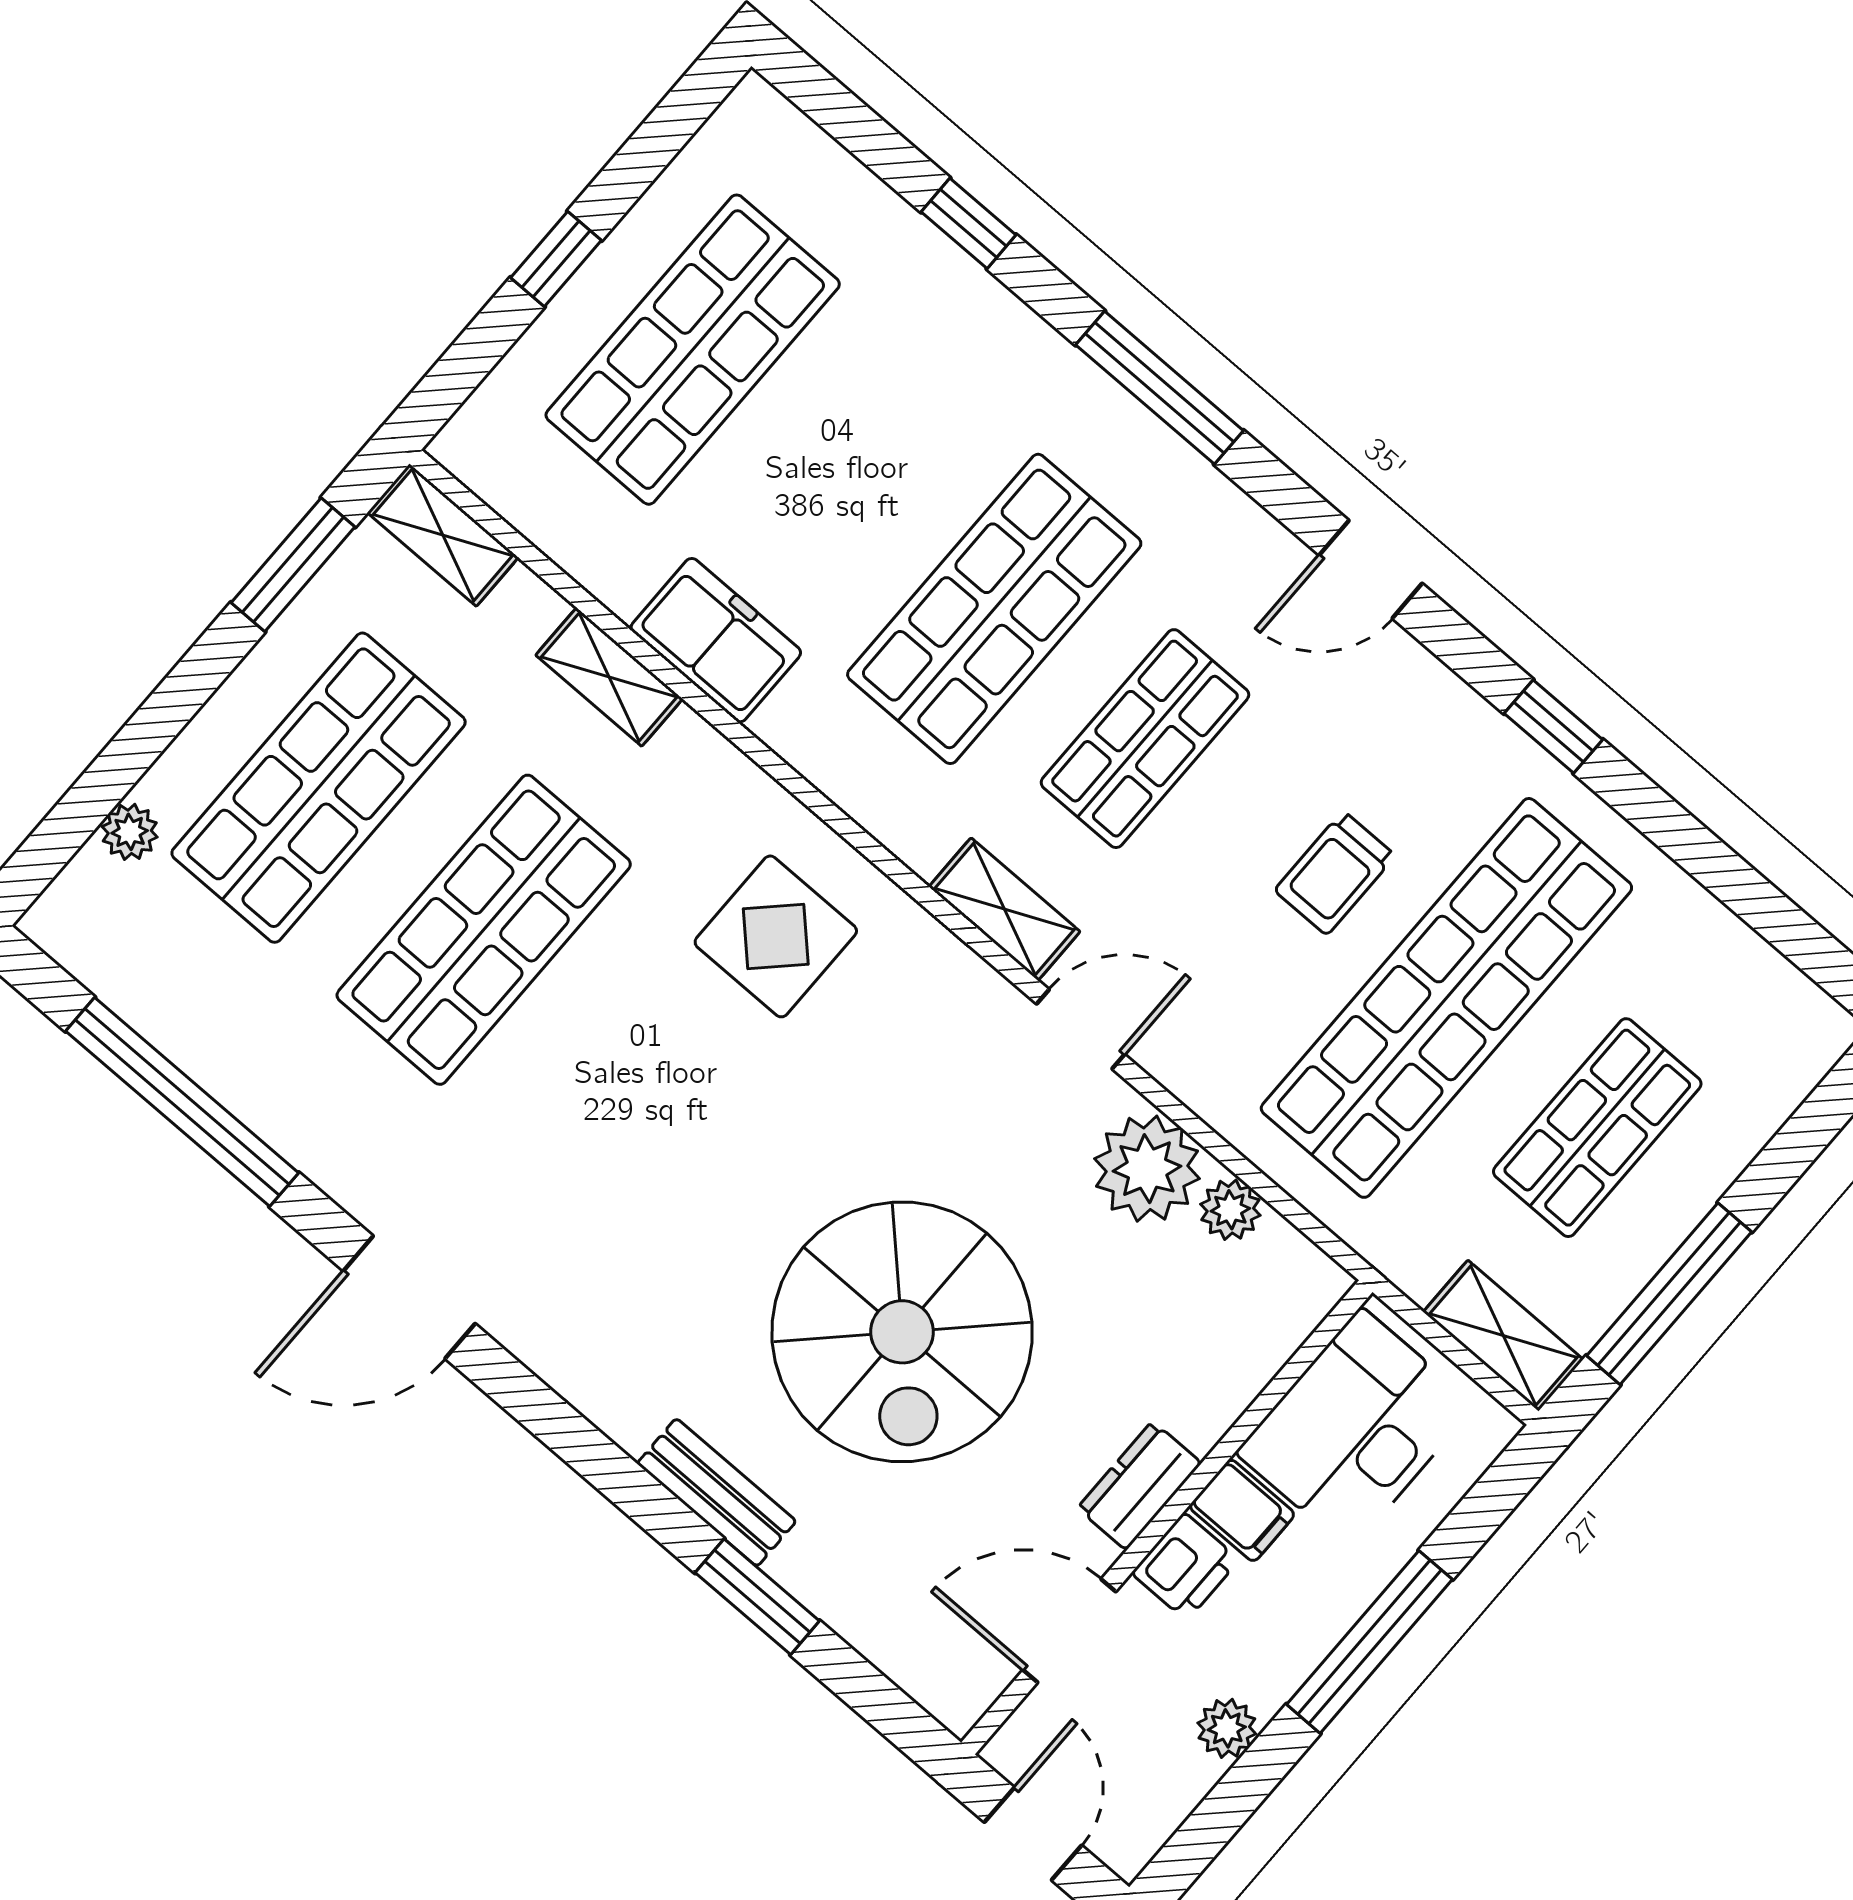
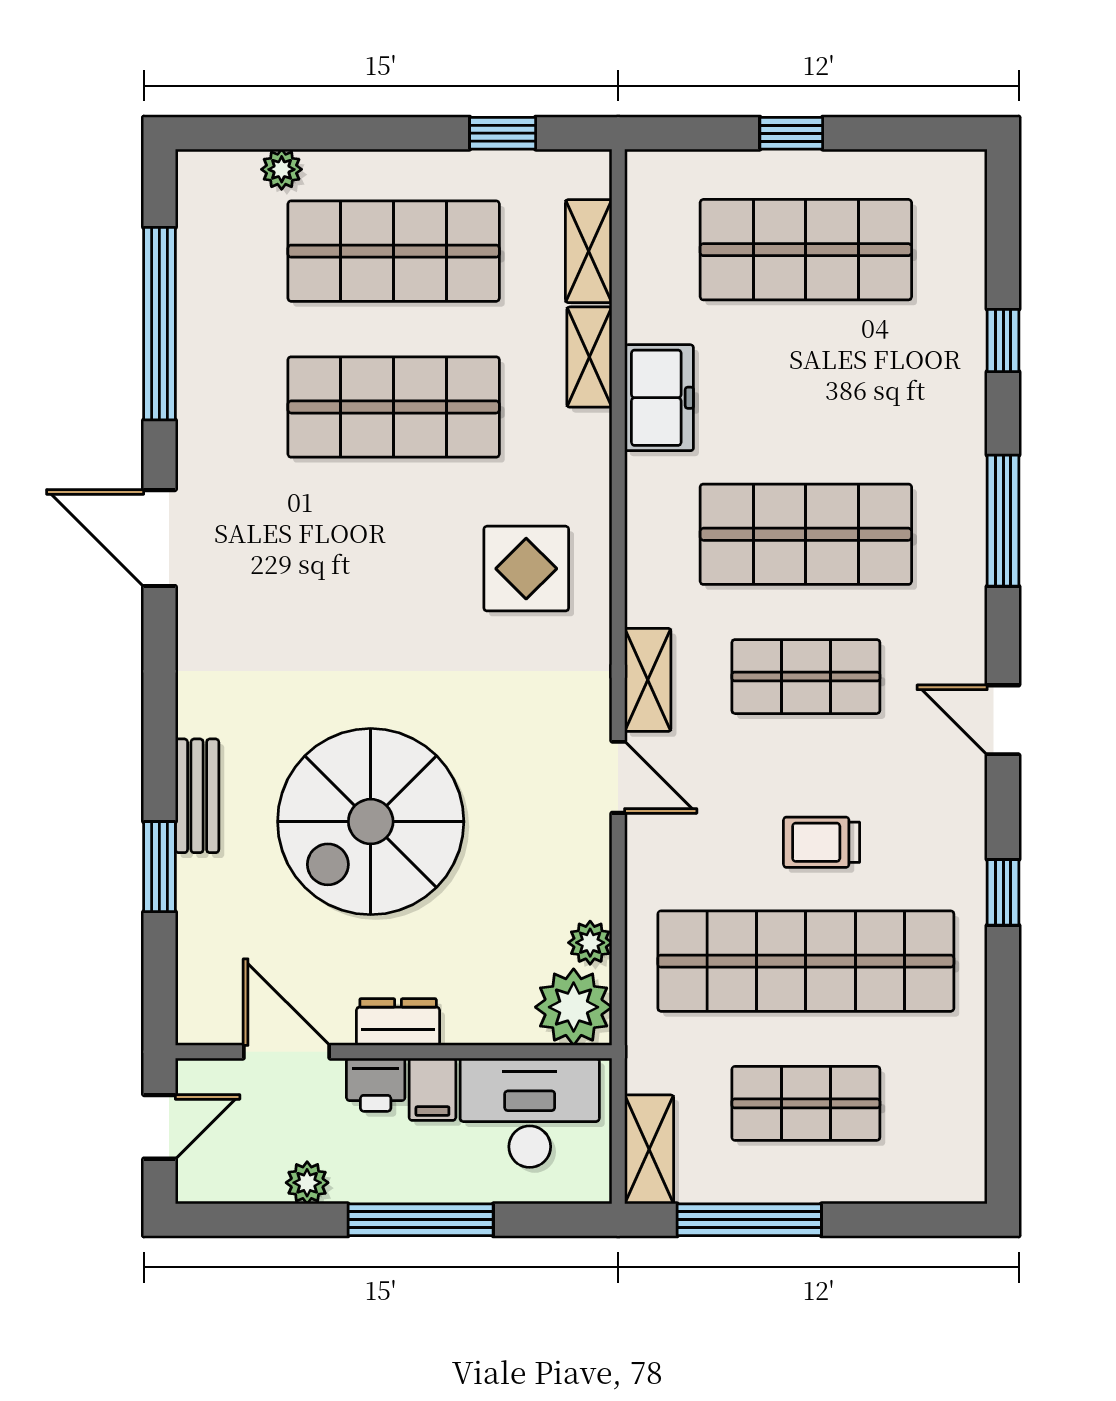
shelving: (443, 535) -> (589, 251), moved
window: (293, 565) -> (503, 133), width x0.67
plant: (1147, 1169) -> (574, 1007), moved

